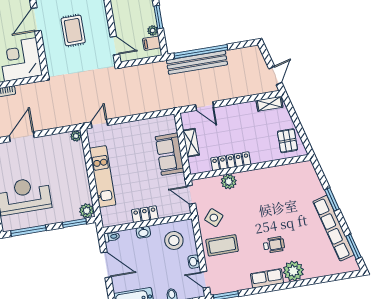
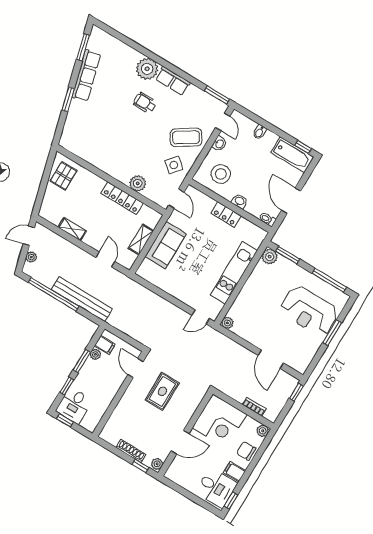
rug: (73, 30) -> (162, 391), moved
window: (201, 52) -> (54, 294), moved
plant: (260, 61) -> (31, 257), added
shelving: (269, 104) -> (72, 229), moved
door: (22, 137) -> (271, 359), hinge flipped
row of seats: (333, 228) -> (86, 76), width x0.73
coffee table: (222, 245) -> (186, 137), turned -33

